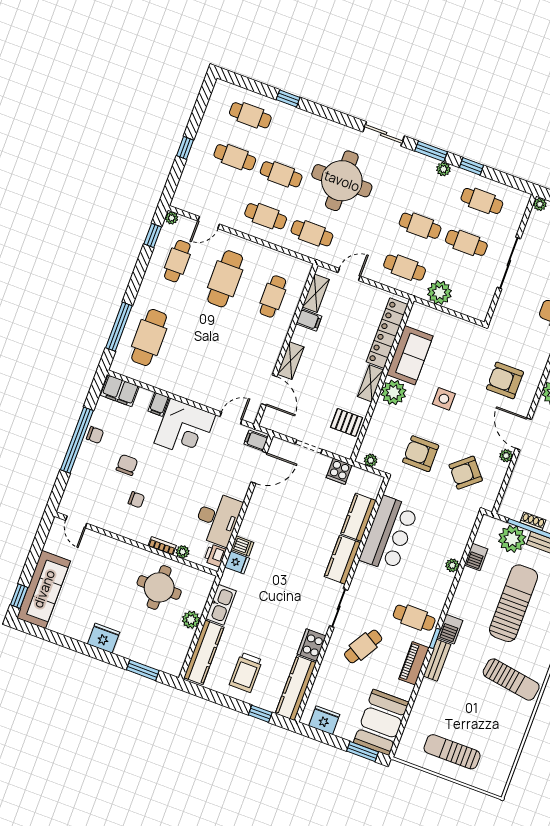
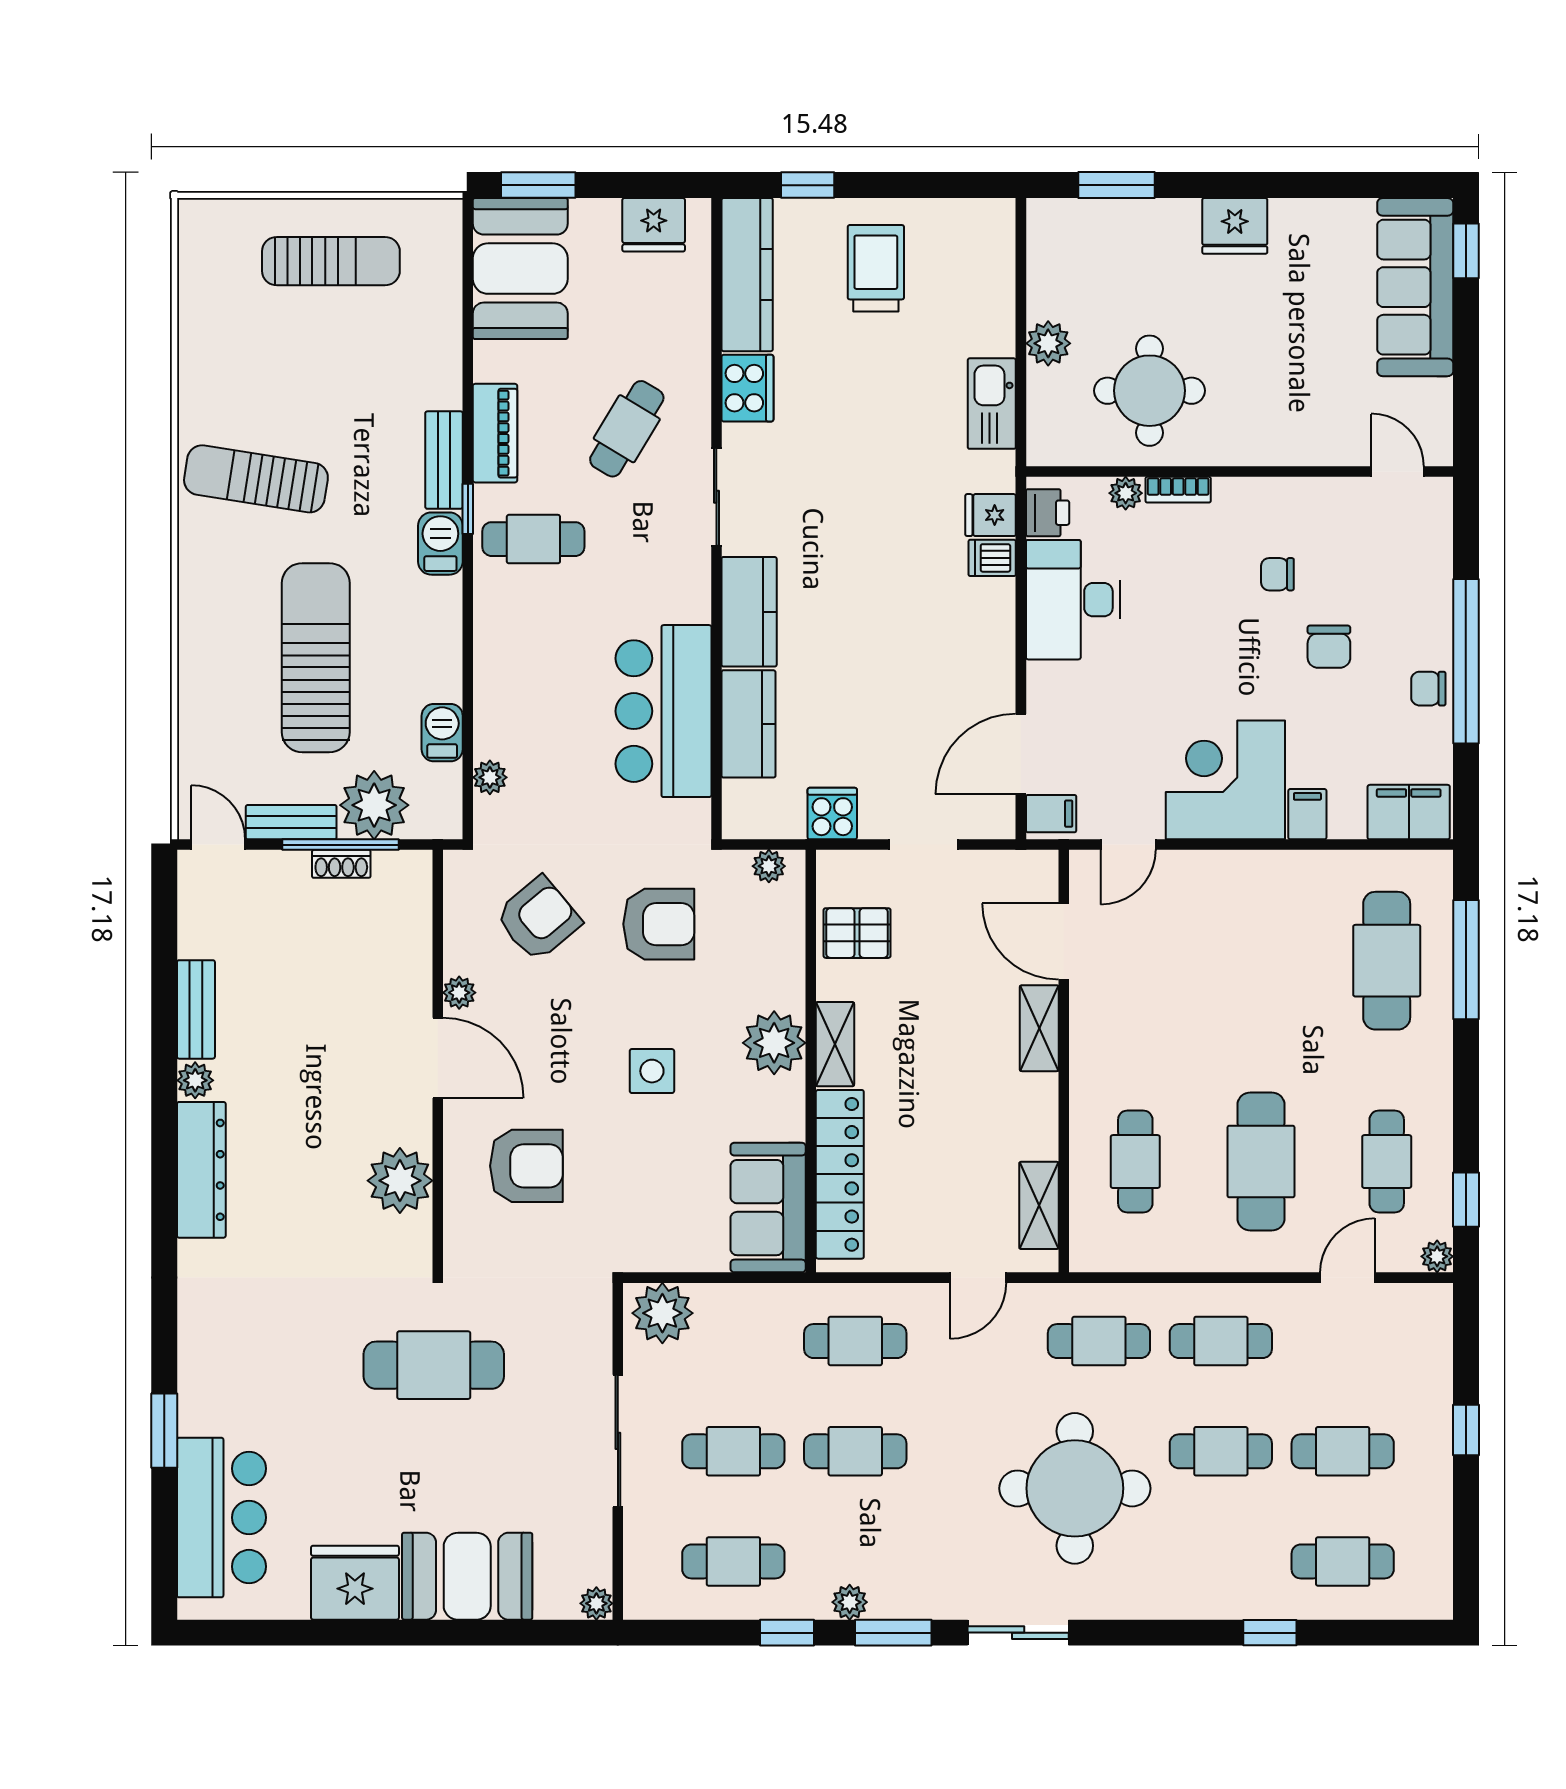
plant: (439, 293) -> (662, 1313), moved
filing cabinet: (309, 320) -> (1032, 1138), removed
sofa: (410, 355) -> (768, 1208), moved
plant: (452, 565) -> (490, 777), moved
sun lounger: (514, 603) -> (316, 658), turned 180
kitchen counter: (204, 652) -> (990, 279), removed

